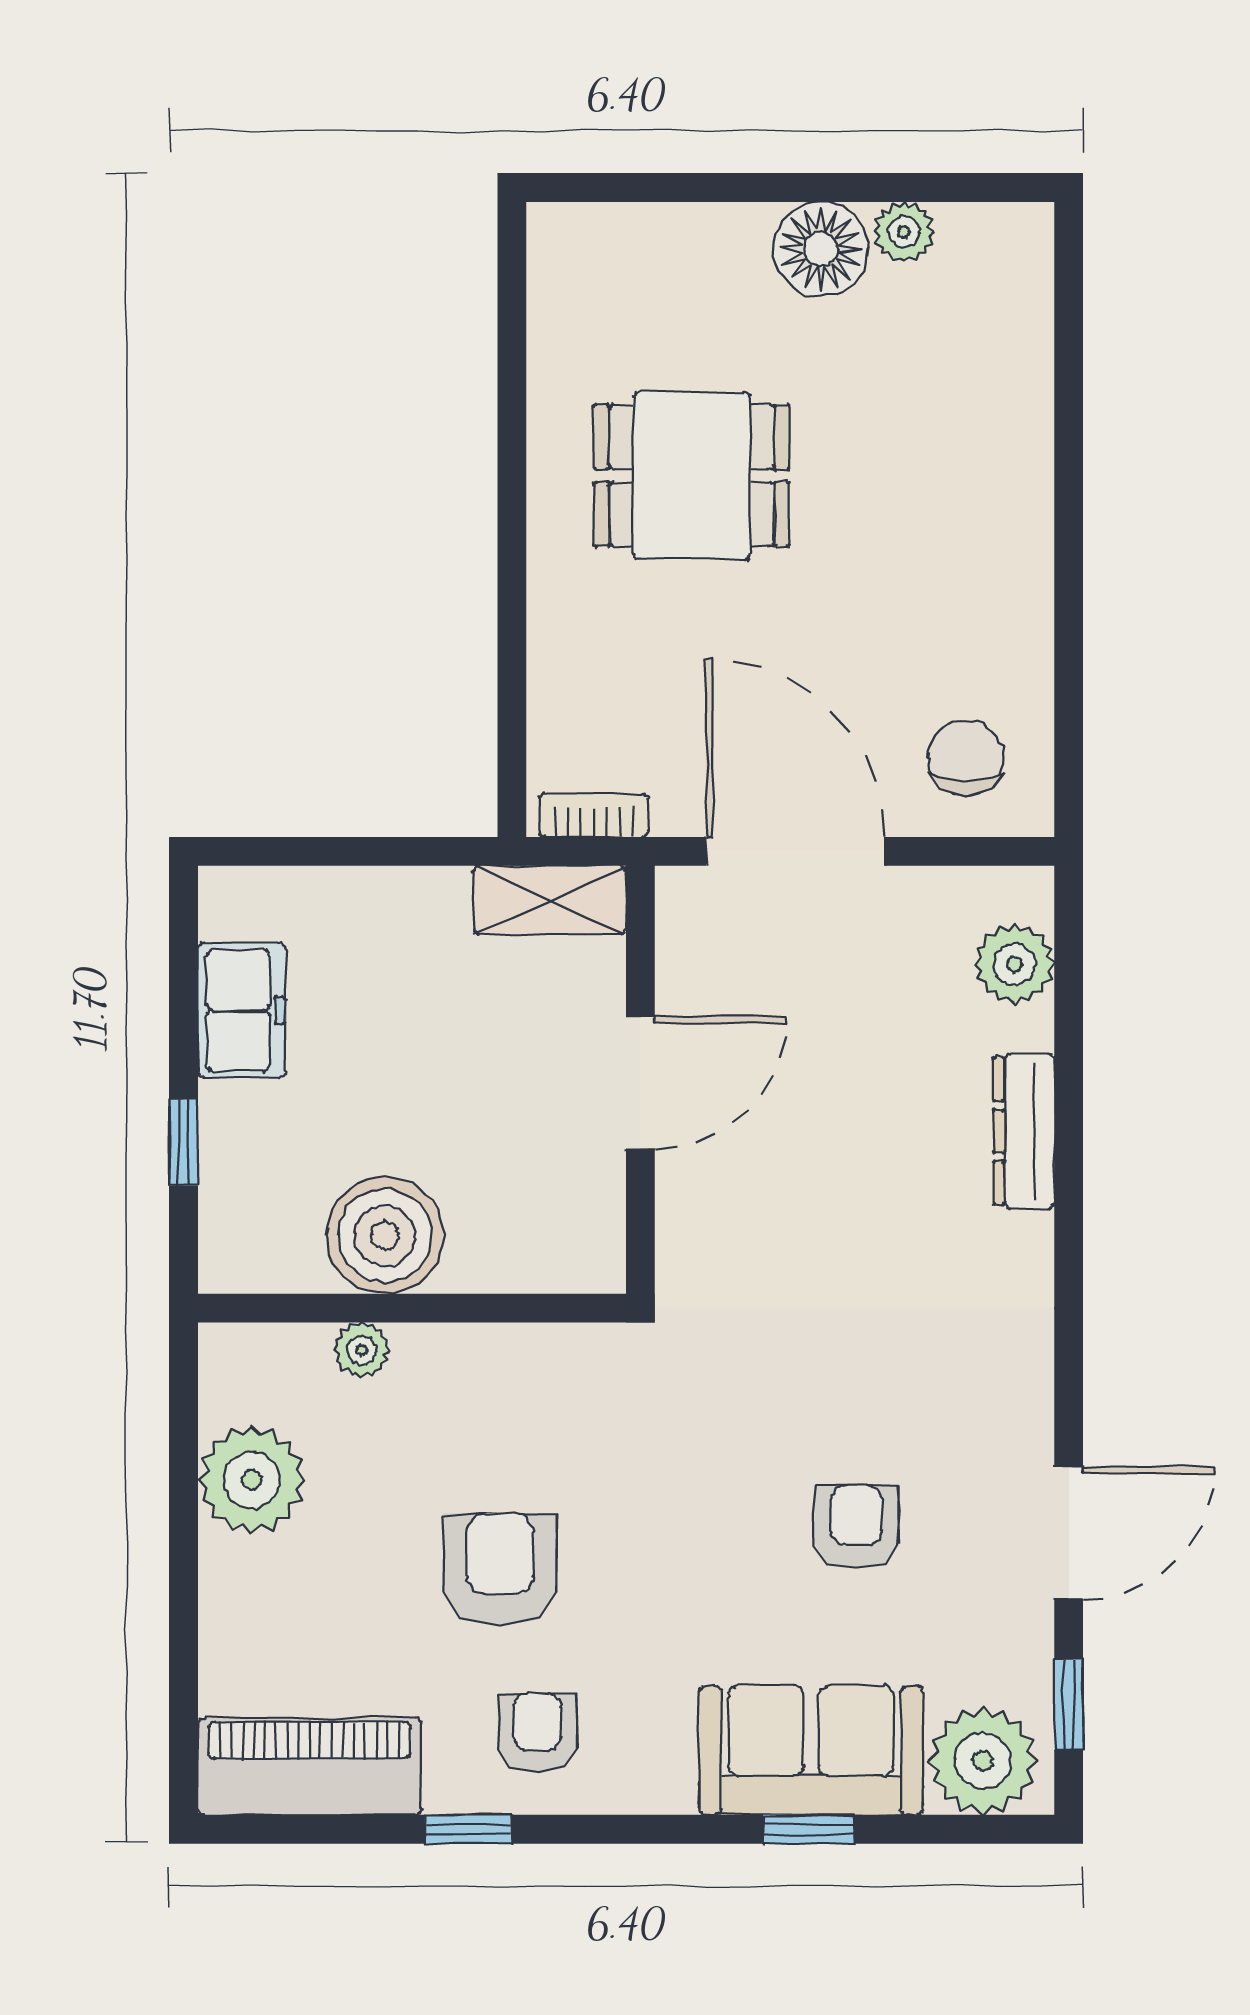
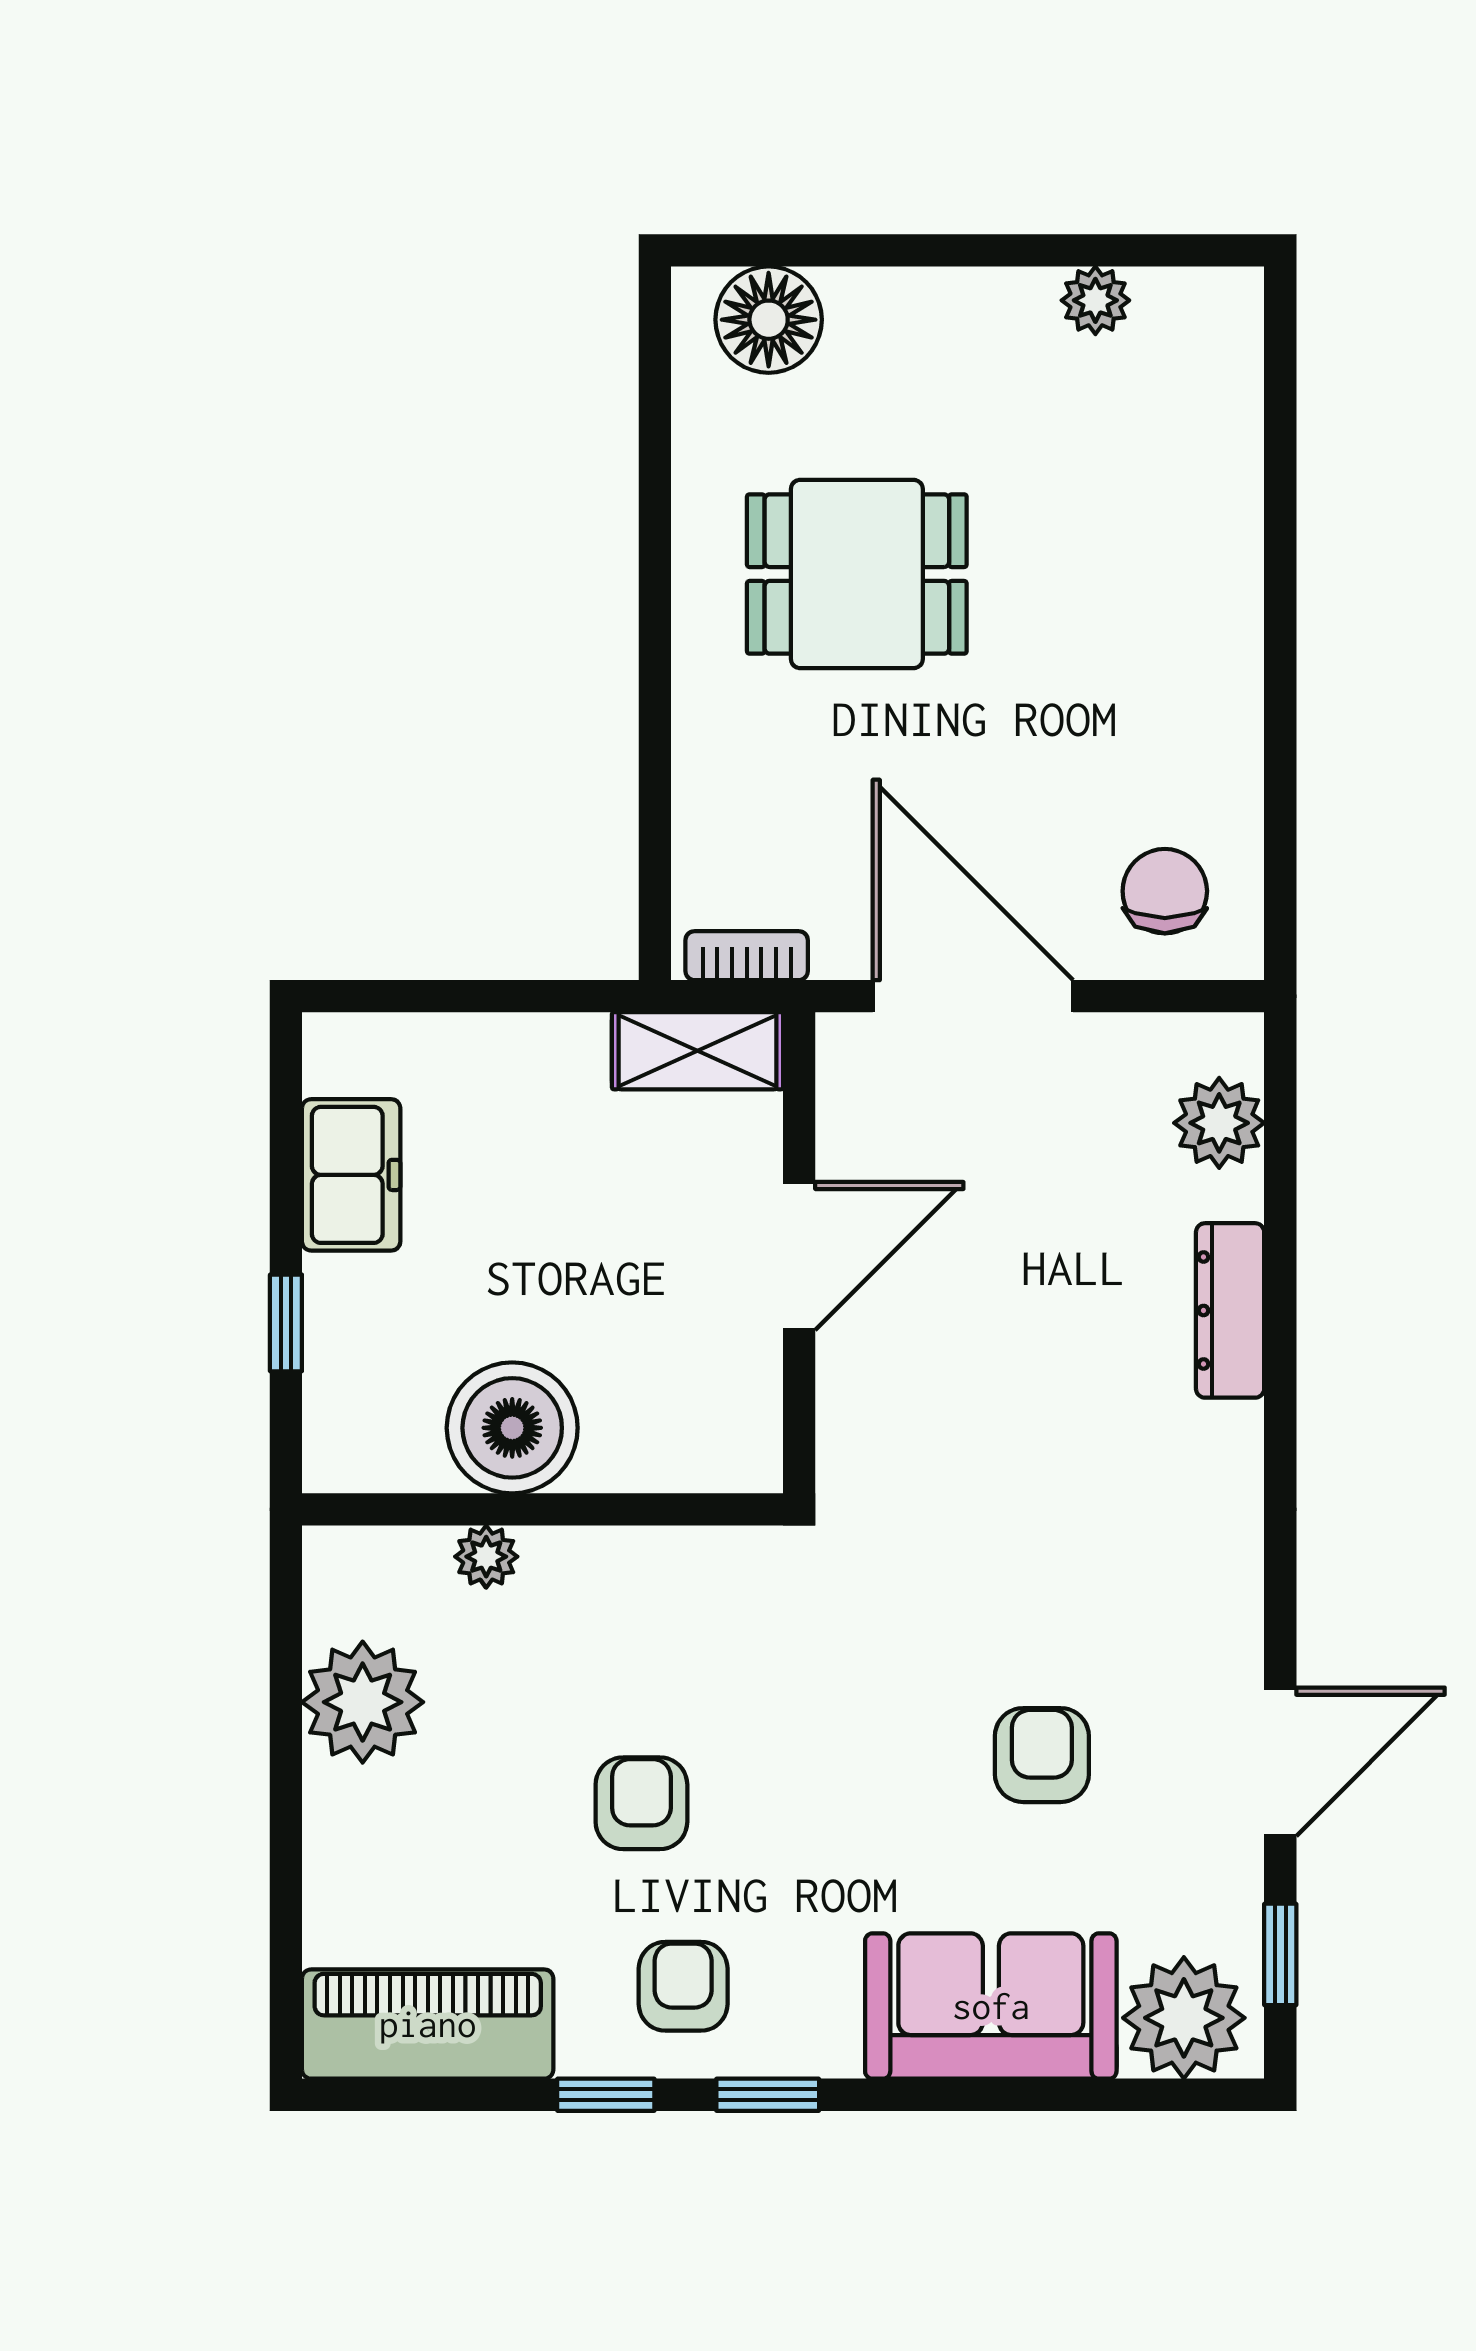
floor lamp: (821, 249) -> (769, 320), moved
armchair: (500, 1570) -> (641, 1803), width x0.72, depth x0.72
window: (809, 1829) -> (768, 2095), moved

